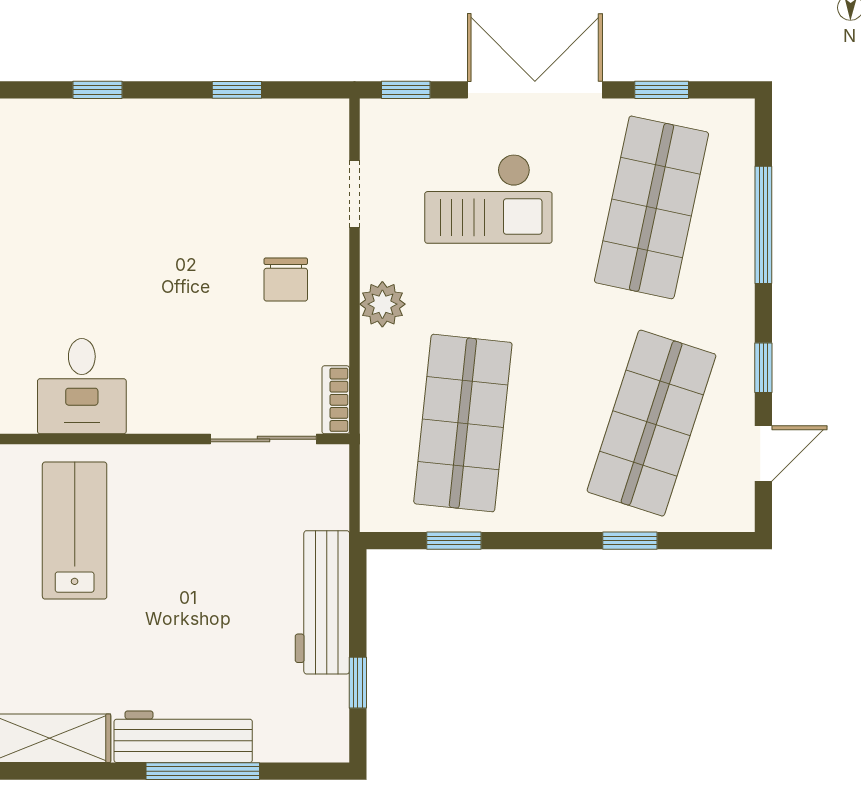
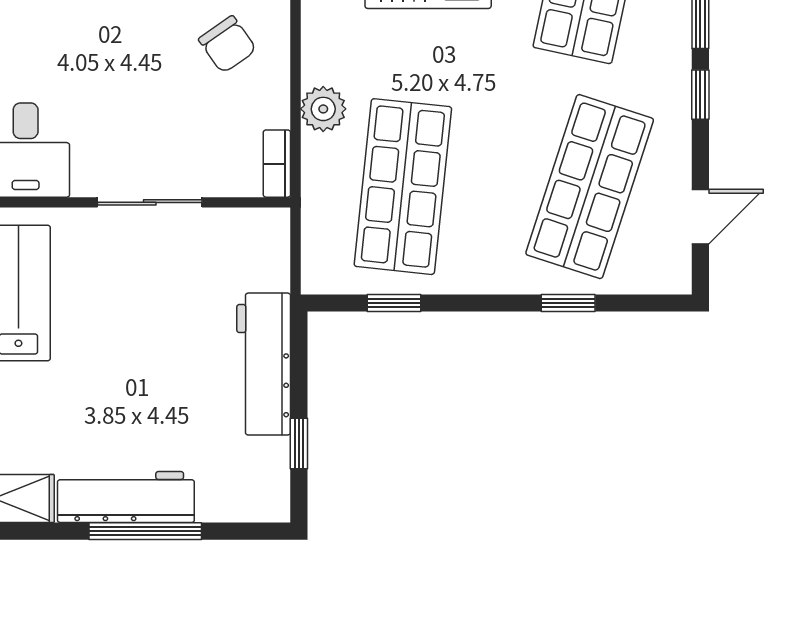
chair: (286, 279) -> (227, 44), turned -35
plant: (382, 304) -> (323, 109), moved
window: (763, 368) -> (700, 95), moved
sliding door: (263, 439) -> (150, 202), moved

